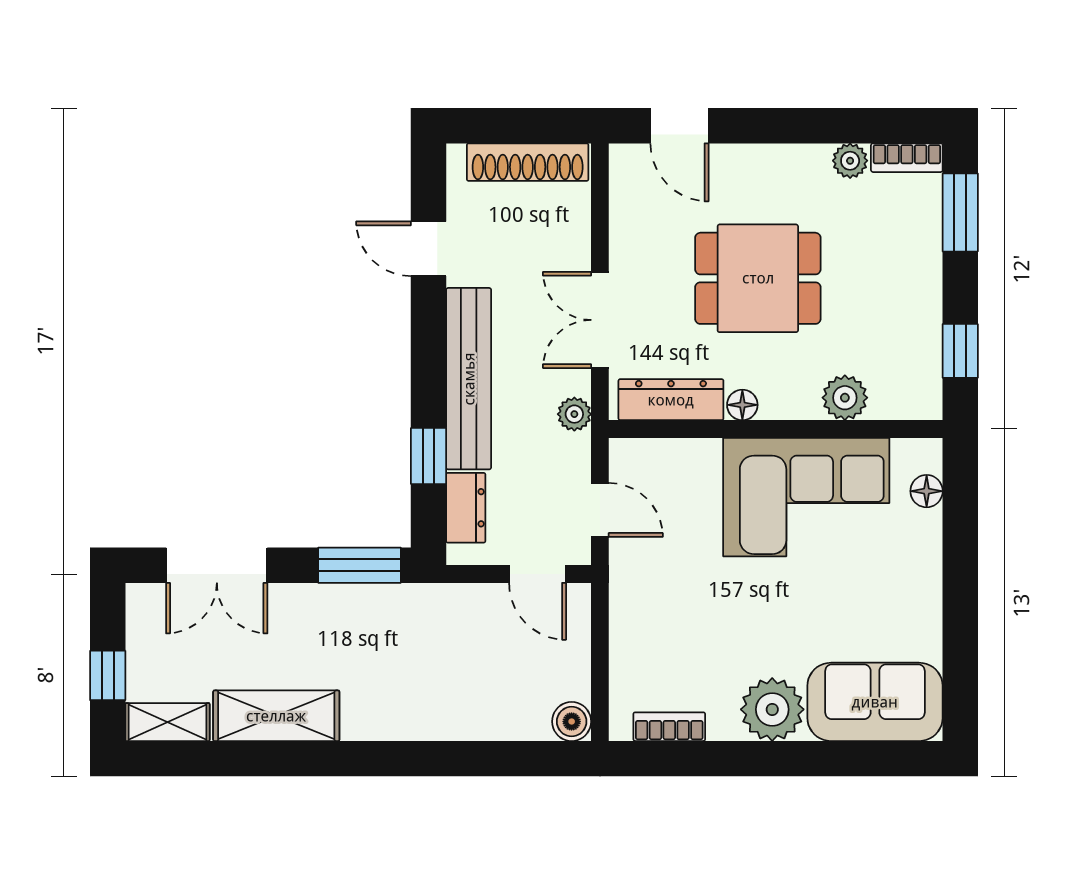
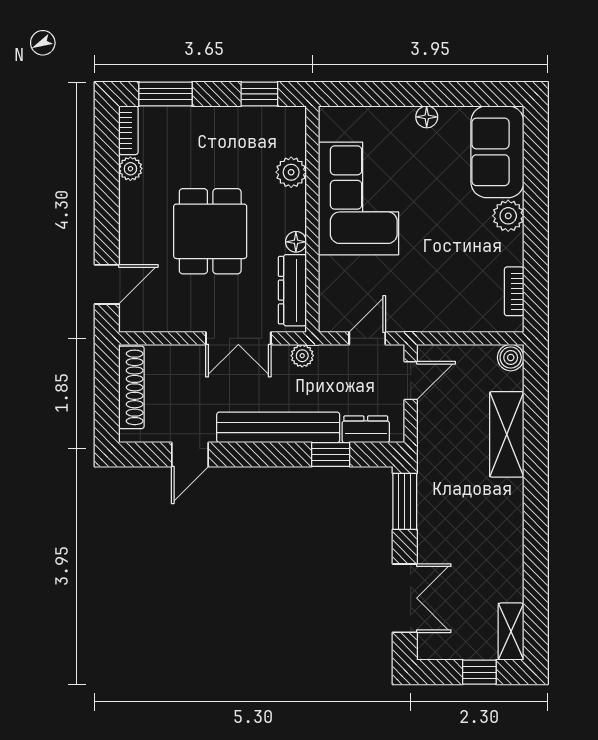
floor lamp: (927, 491) -> (427, 117), moved
plant: (772, 709) -> (508, 216), width x0.73, depth x0.73
shelving: (276, 716) -> (507, 434), moved

